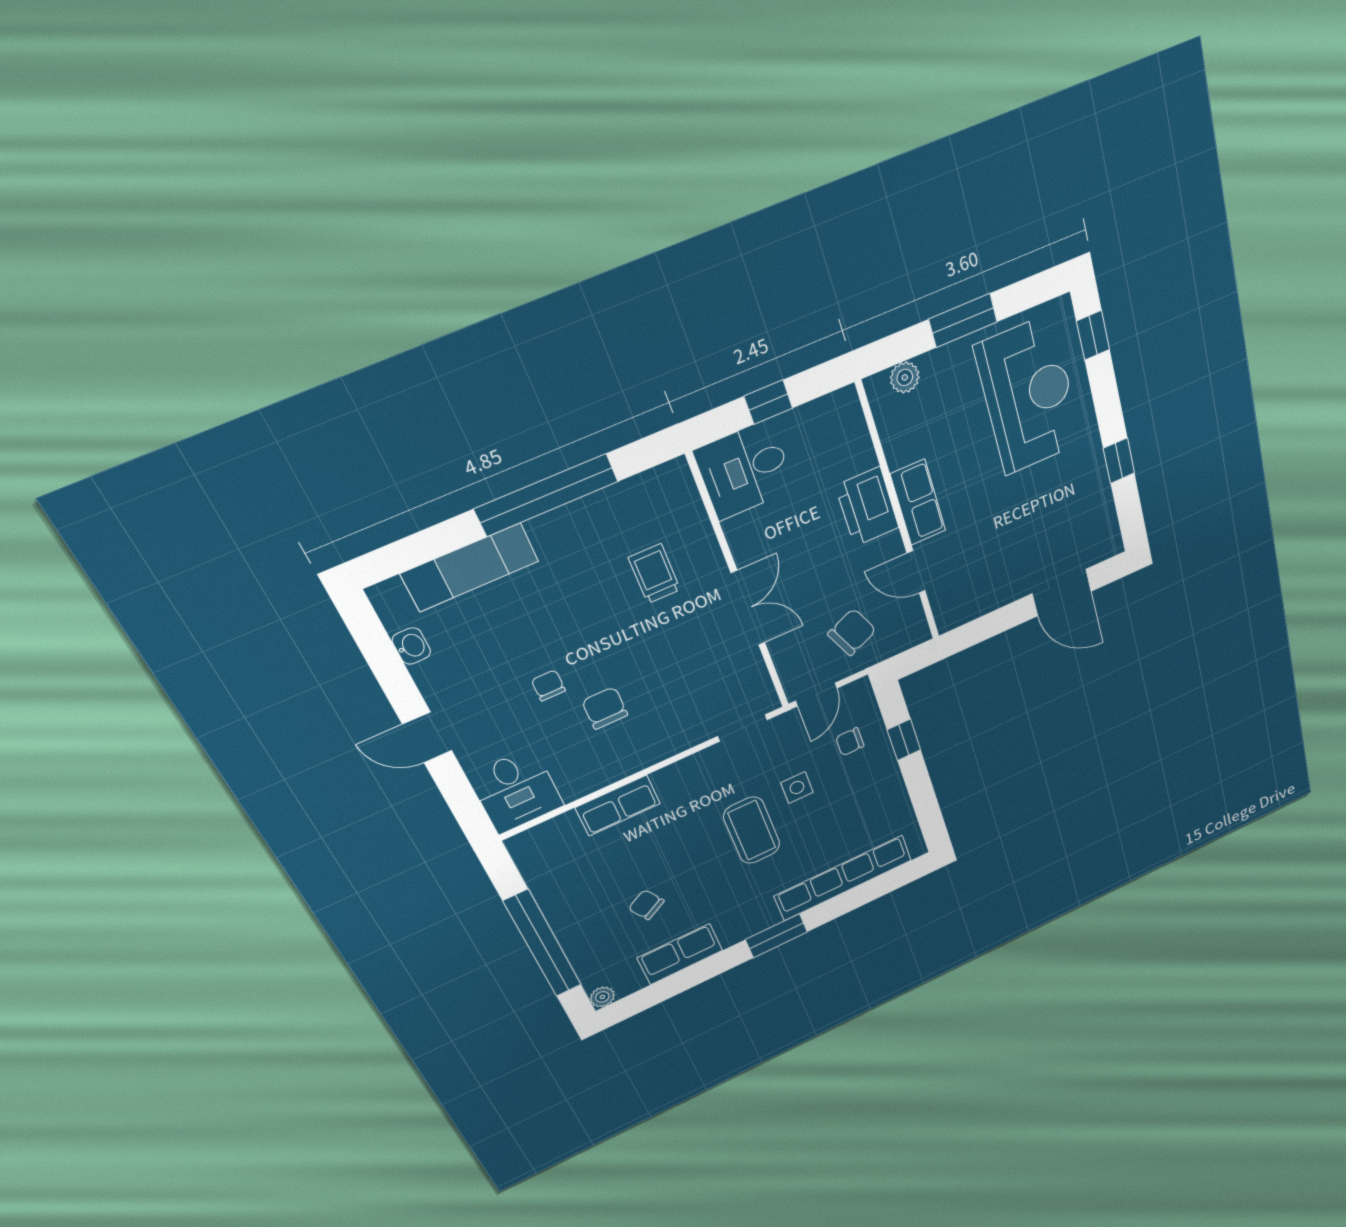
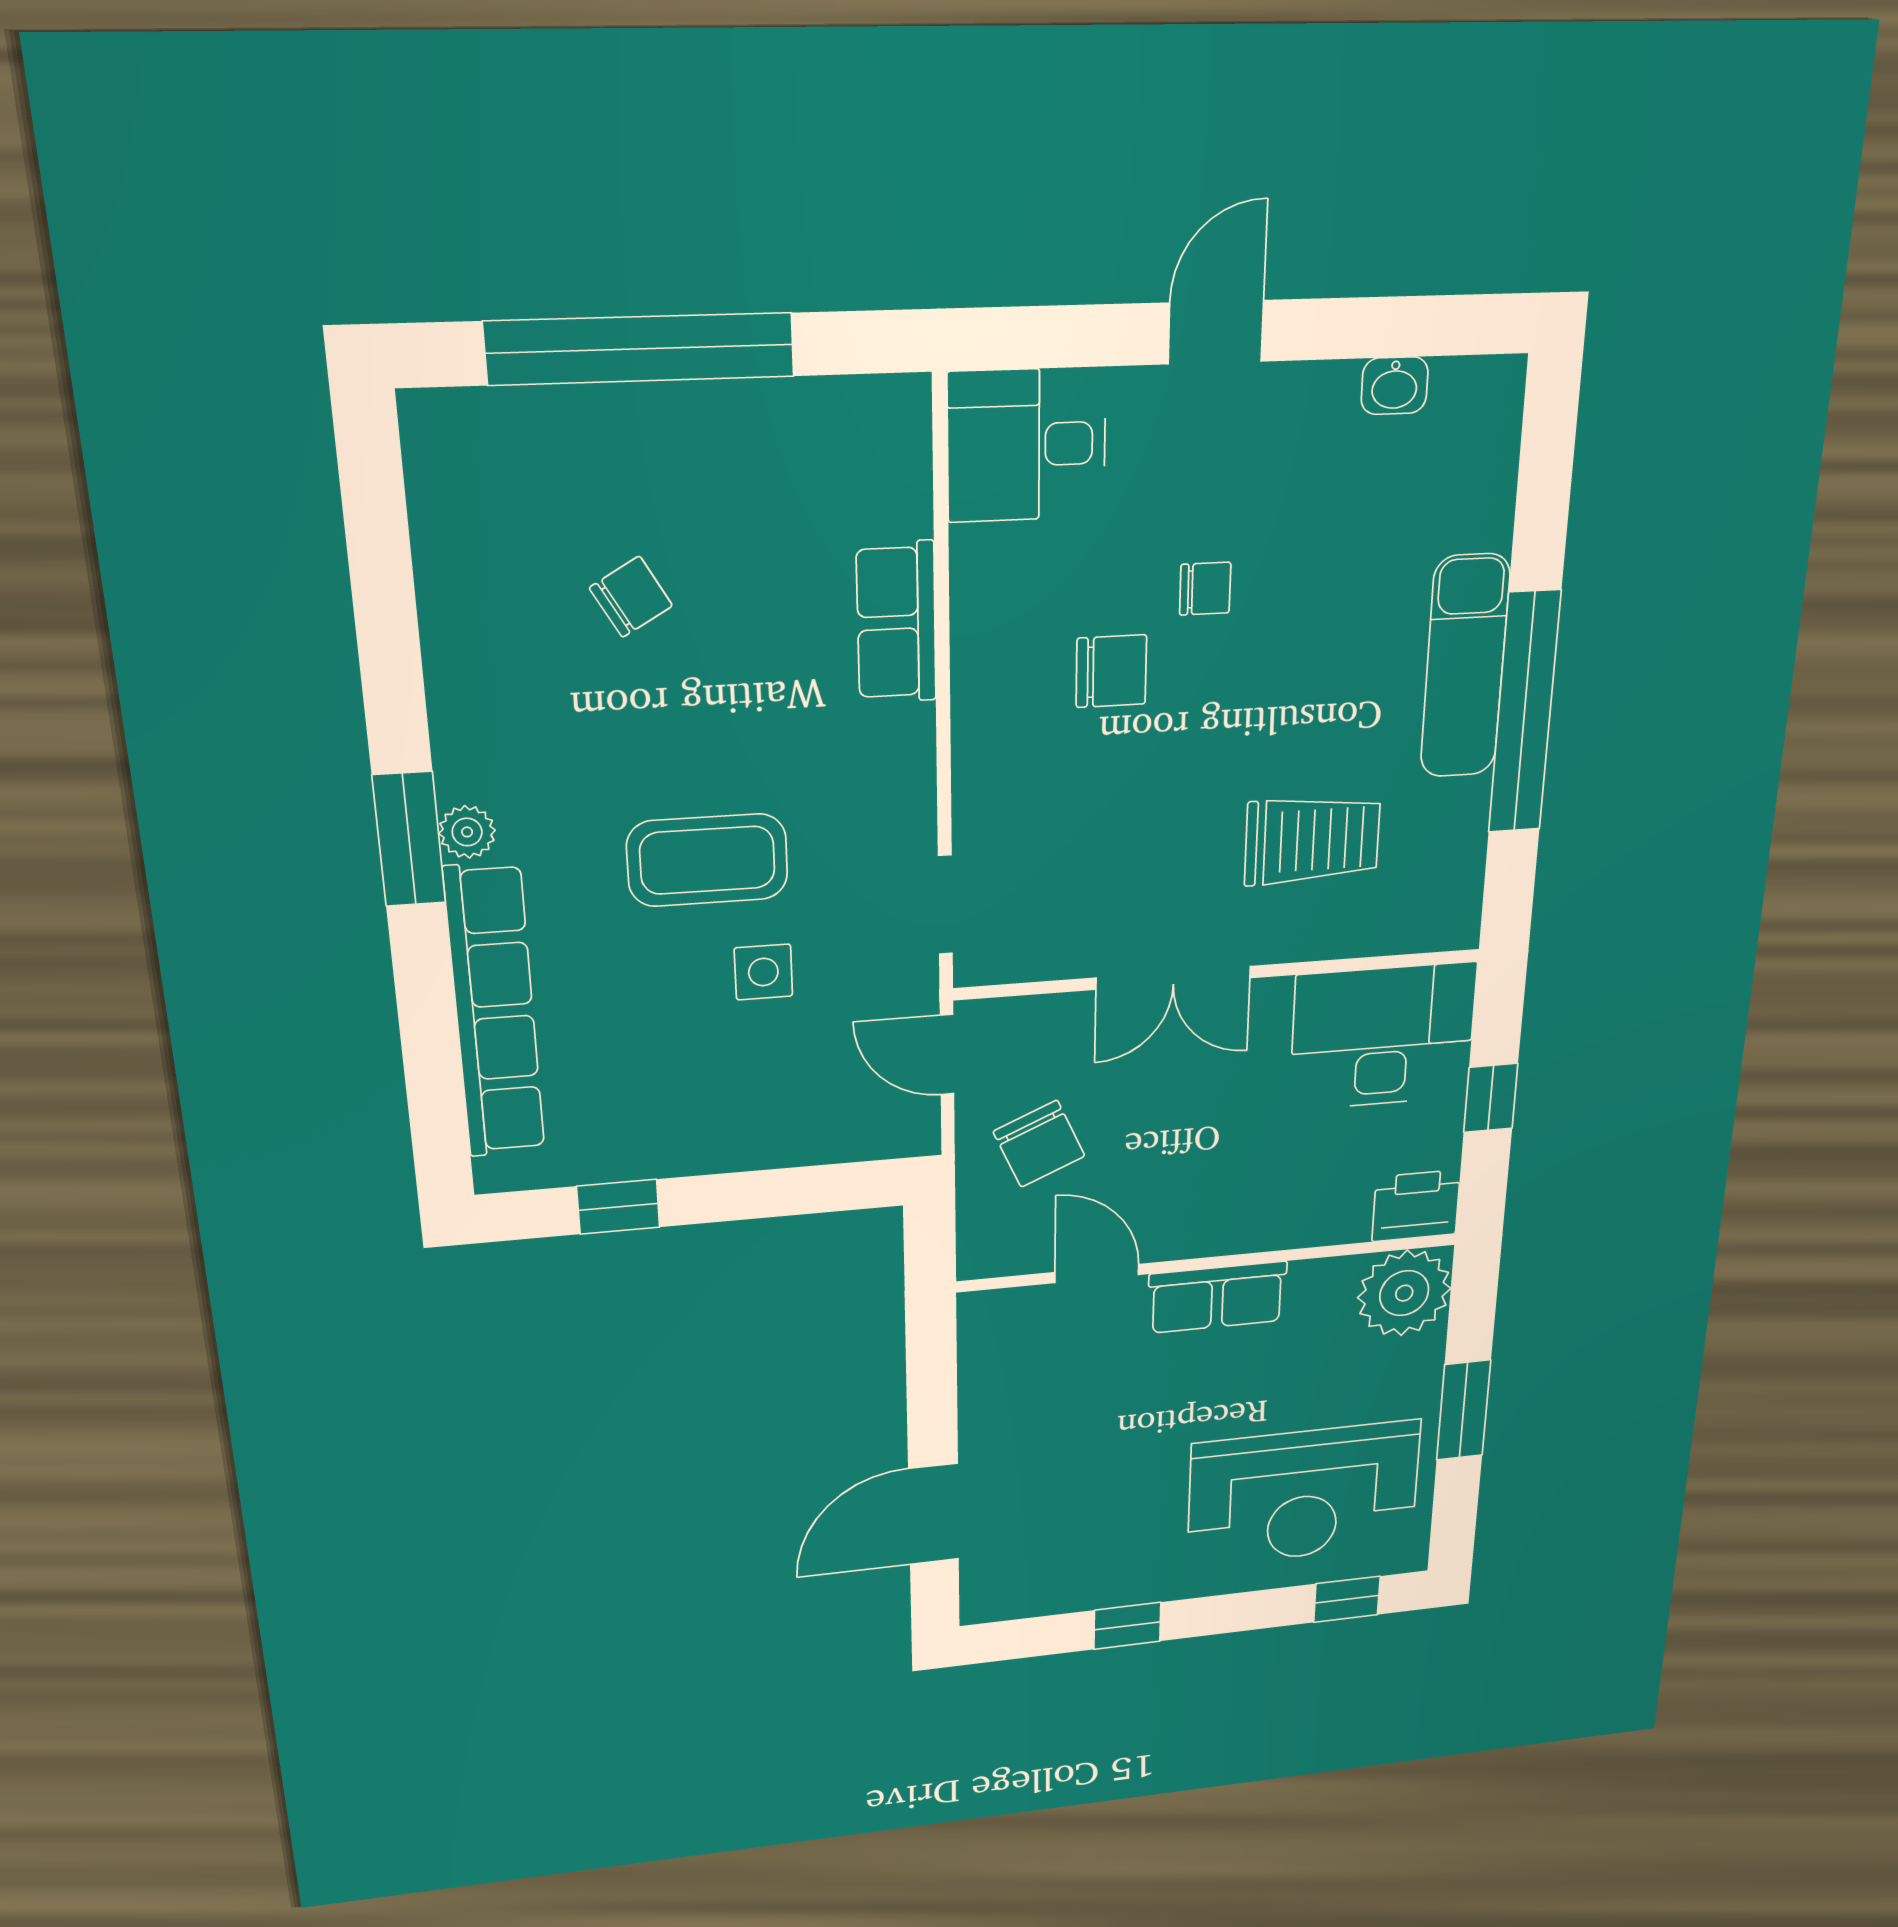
plant: (905, 377) -> (1404, 1293), width x1.87, depth x1.87
desk: (745, 470) -> (1383, 1037), width x1.37
printer: (867, 507) -> (1416, 1206), moved, width x0.73, depth x0.84
exam couch: (470, 567) -> (1465, 667), moved
door: (916, 572) -> (1097, 1274), hinge flipped
trolley: (654, 574) -> (1312, 840), width x1.36, depth x1.39
window: (904, 740) -> (618, 1207), moved
chair: (850, 742) -> (816, 1093), removed
row of seats: (680, 954) -> (463, 623), removed
plant: (602, 997) -> (467, 832), moved

